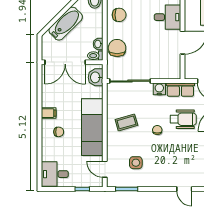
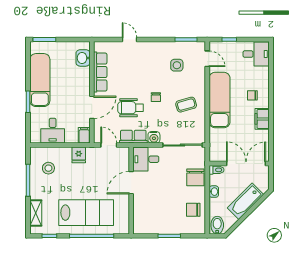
desk: (168, 17) -> (146, 159), moved
washbasin: (98, 44) -> (214, 192), moved
washbasin: (96, 77) -> (216, 149), removed
filing cabinet: (49, 113) -> (262, 119), width x2.00

